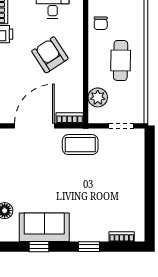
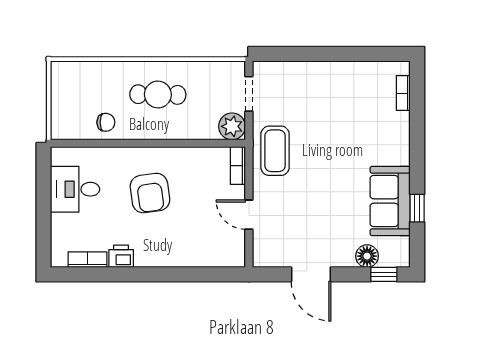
armchair: (50, 55) -> (150, 193), turned -65
plant: (98, 97) -> (232, 126), moved
door: (34, 126) -> (249, 215), width x0.53
window: (89, 247) -> (417, 138), removed

